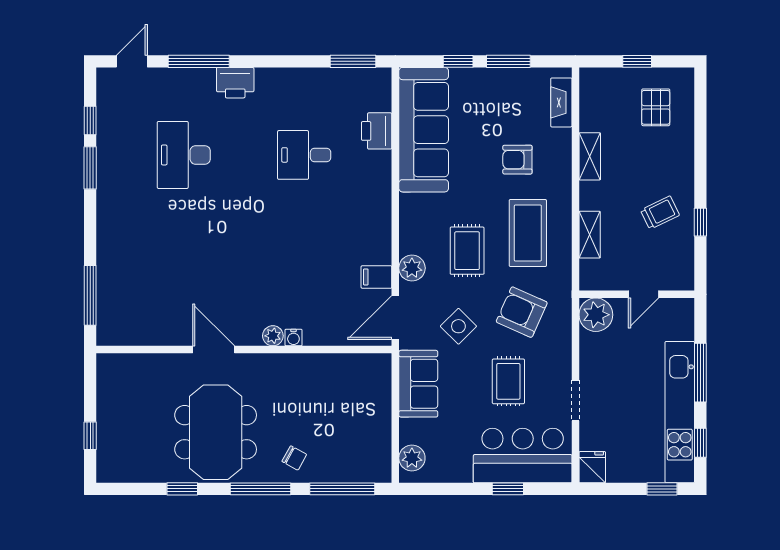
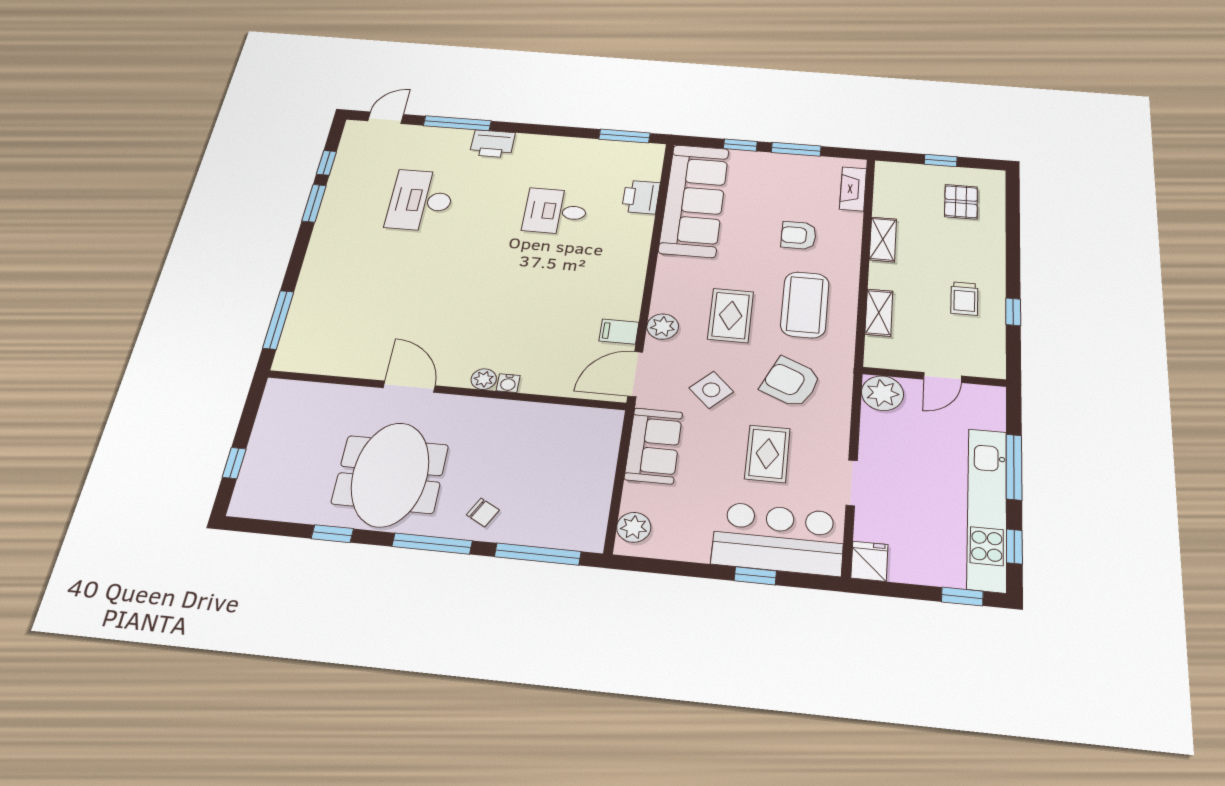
trolley: (660, 213) -> (964, 299), turned 116

